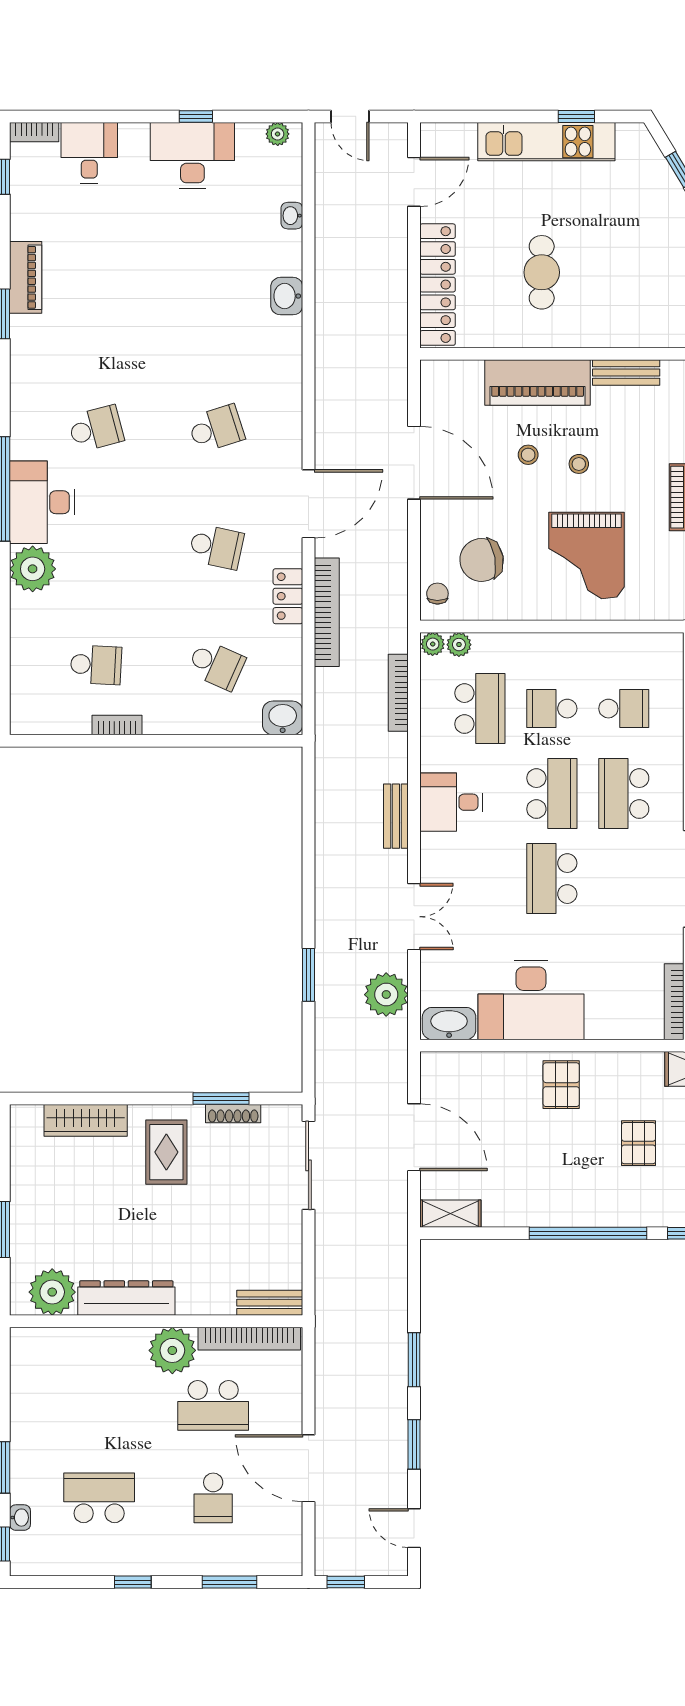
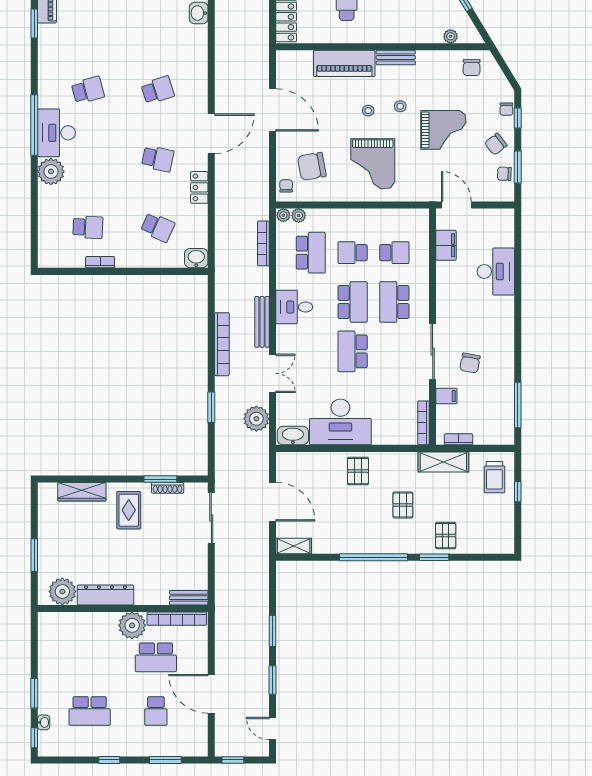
stool: (528, 455) -> (400, 106), moved
bookcase: (327, 612) -> (222, 344), moved
bench: (396, 816) -> (262, 322), width x1.36
school desk: (99, 1498) -> (90, 711), turned 180

